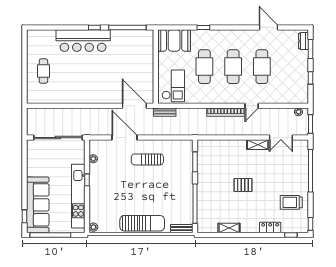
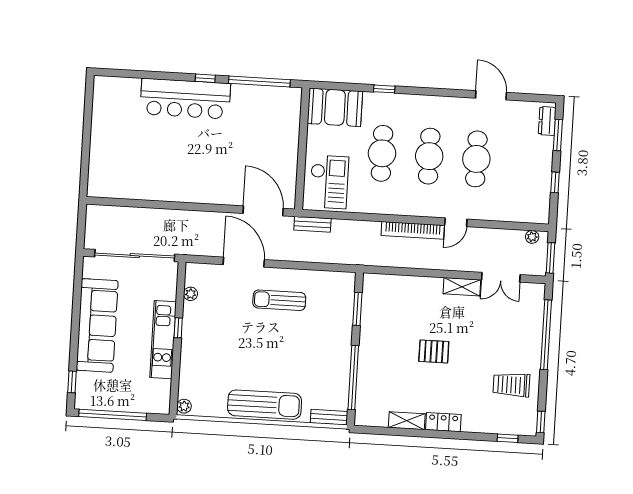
cafe table: (43, 71) -> (117, 145), removed
kitchen unit: (78, 196) -> (163, 340), width x0.73
sofa: (38, 205) -> (97, 325), moved
locker: (270, 227) -> (443, 422), moved

